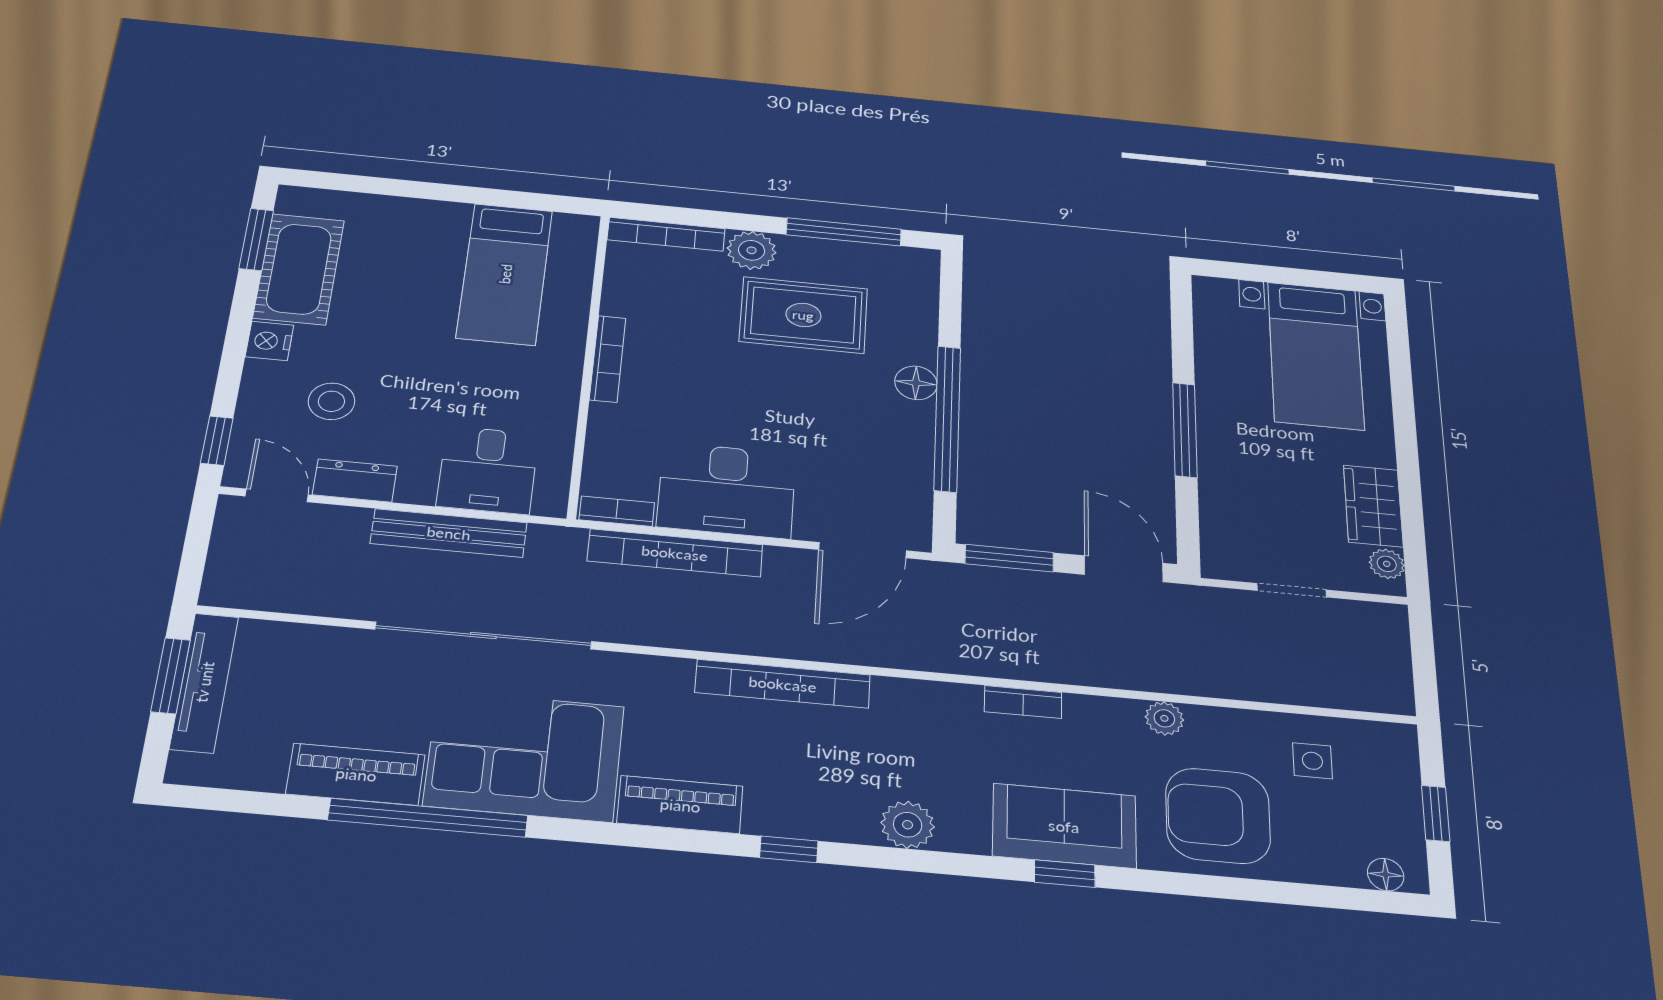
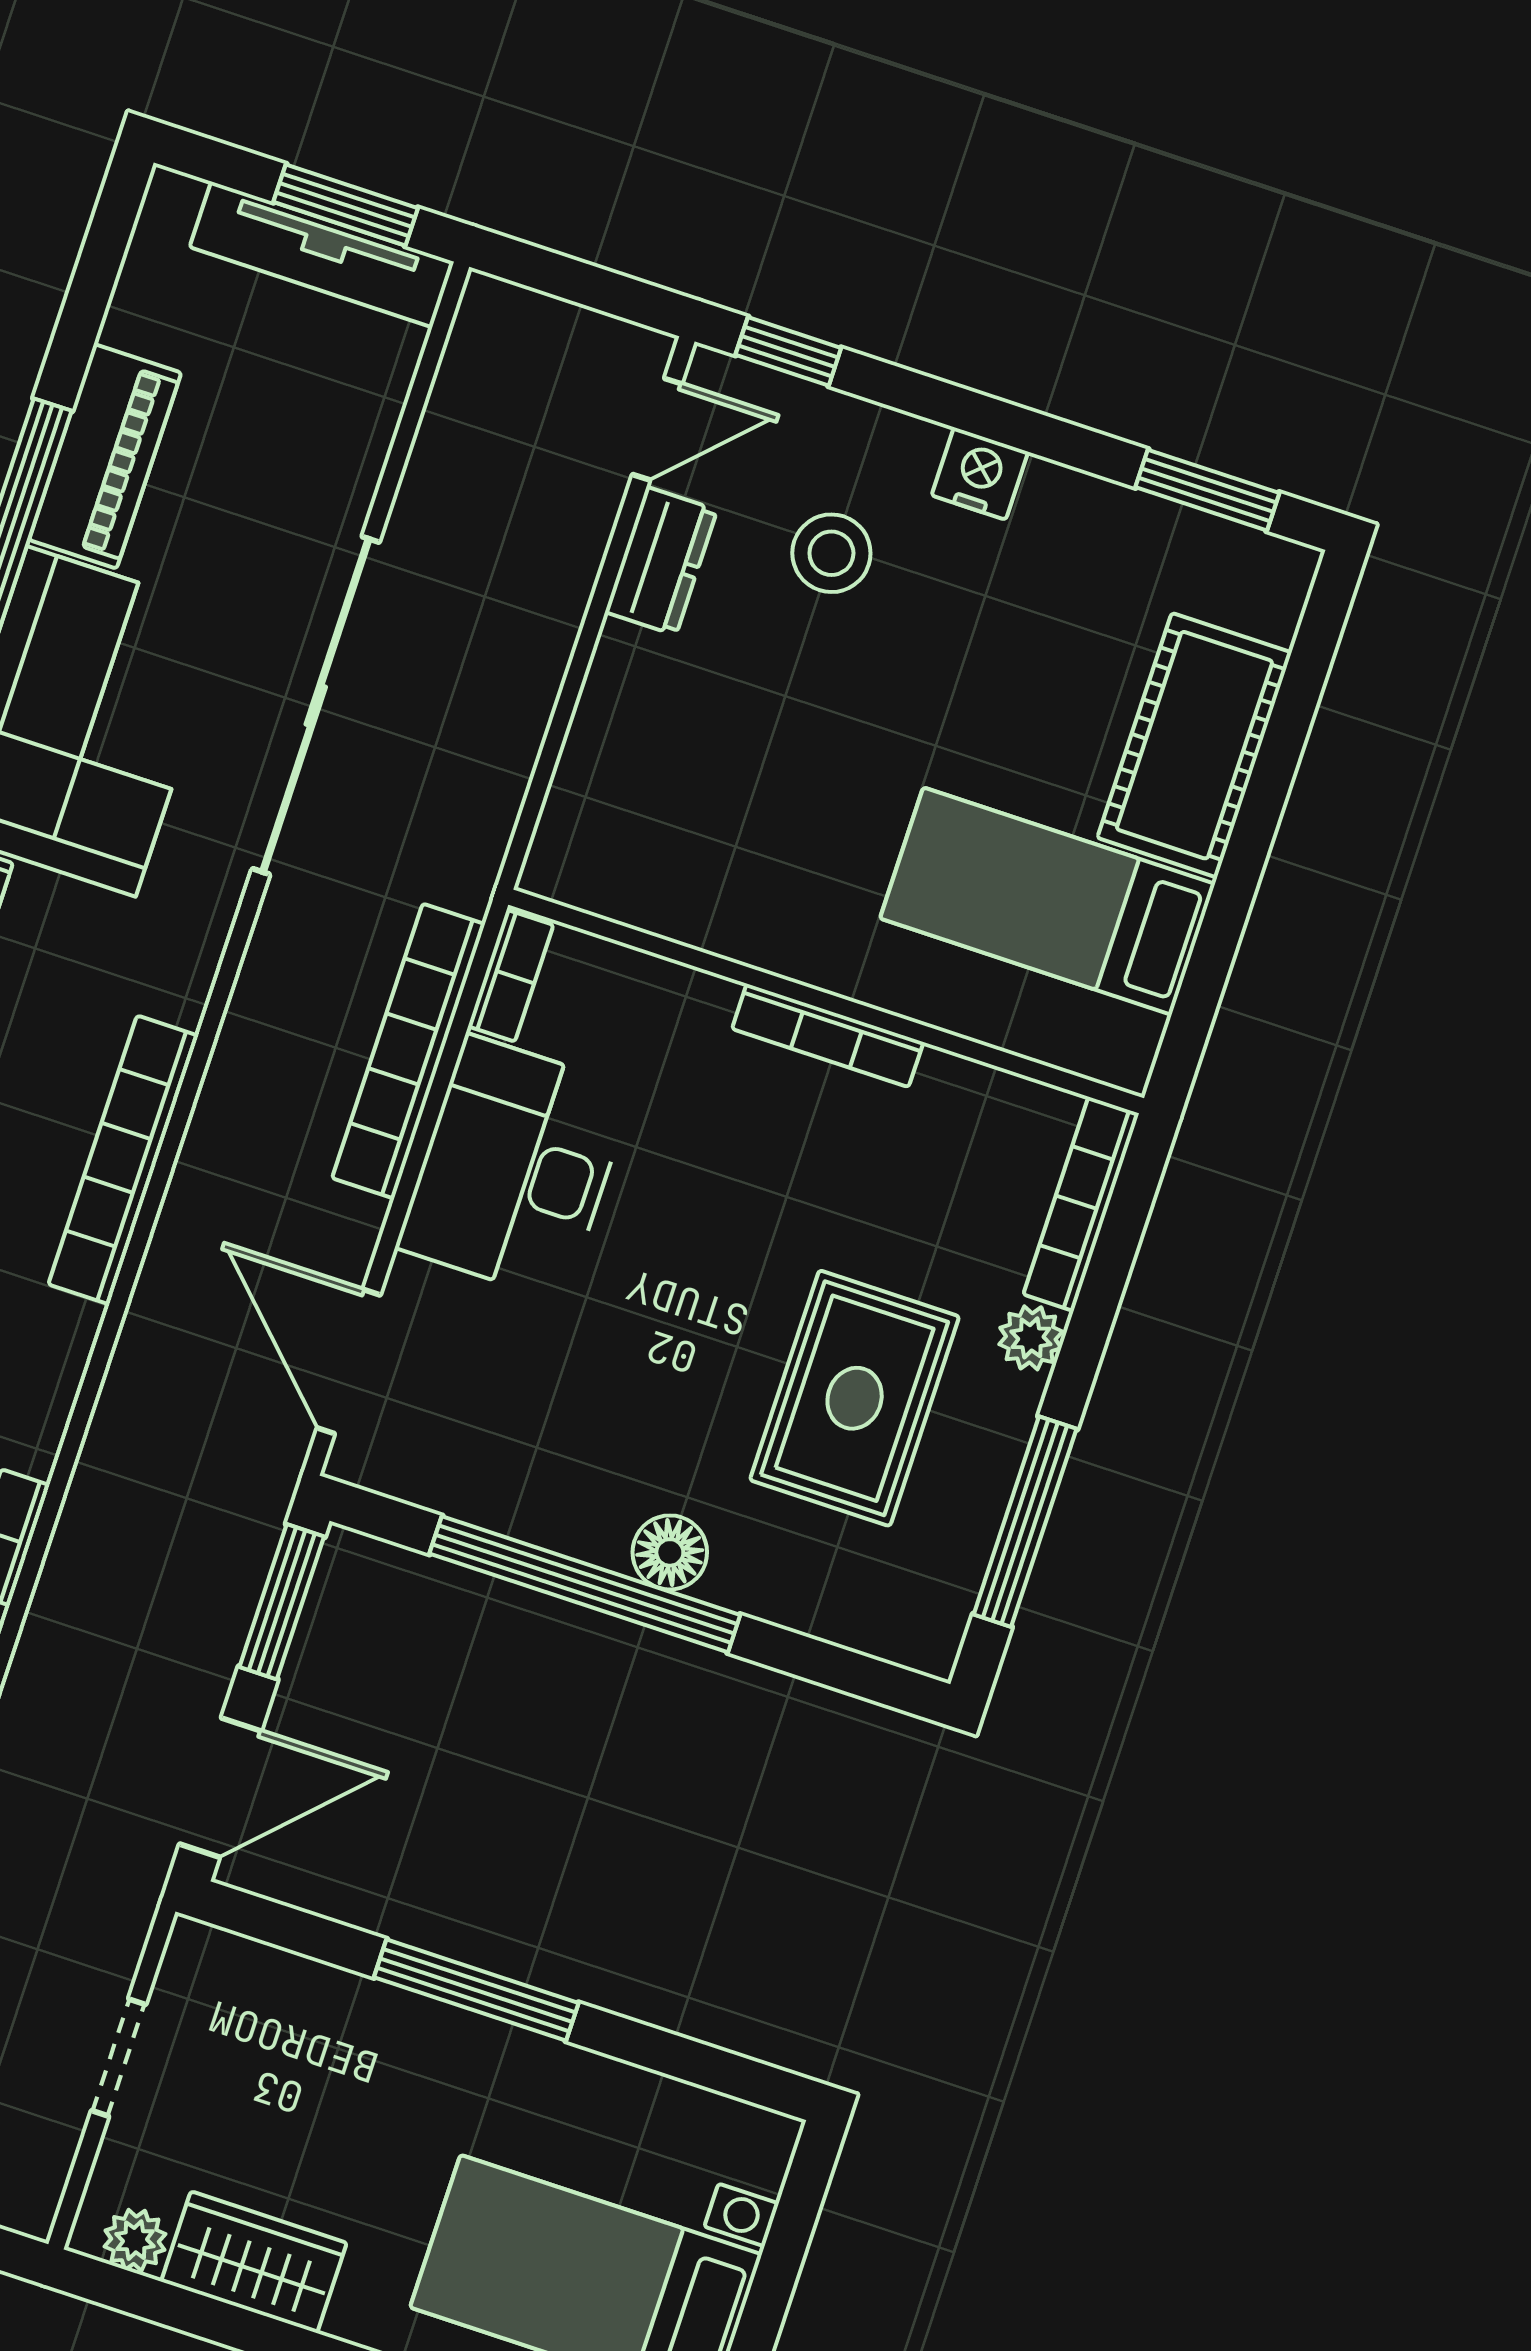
plant: (752, 250) -> (1031, 1338), width x0.73, depth x0.73
cot: (299, 269) -> (1194, 745), moved, turned 90
desk: (488, 470) -> (637, 783), removed
bench: (449, 533) -> (525, 692), removed

